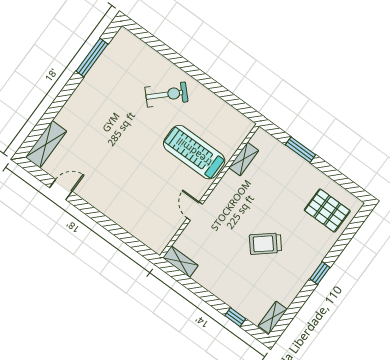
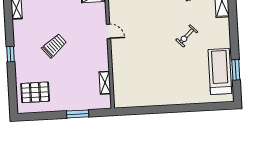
window: (92, 58) -> (236, 70), width x0.69
exercise bike: (166, 94) -> (187, 36), moved, width x0.73, depth x0.72
treadmill: (194, 152) -> (220, 71), moved, turned -90

